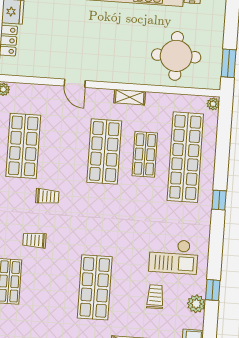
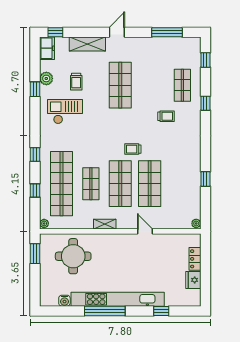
shop shelf: (23, 146) -> (150, 184), moved
window: (223, 150) -> (35, 191), added
trolley: (47, 196) -> (133, 149), moved

